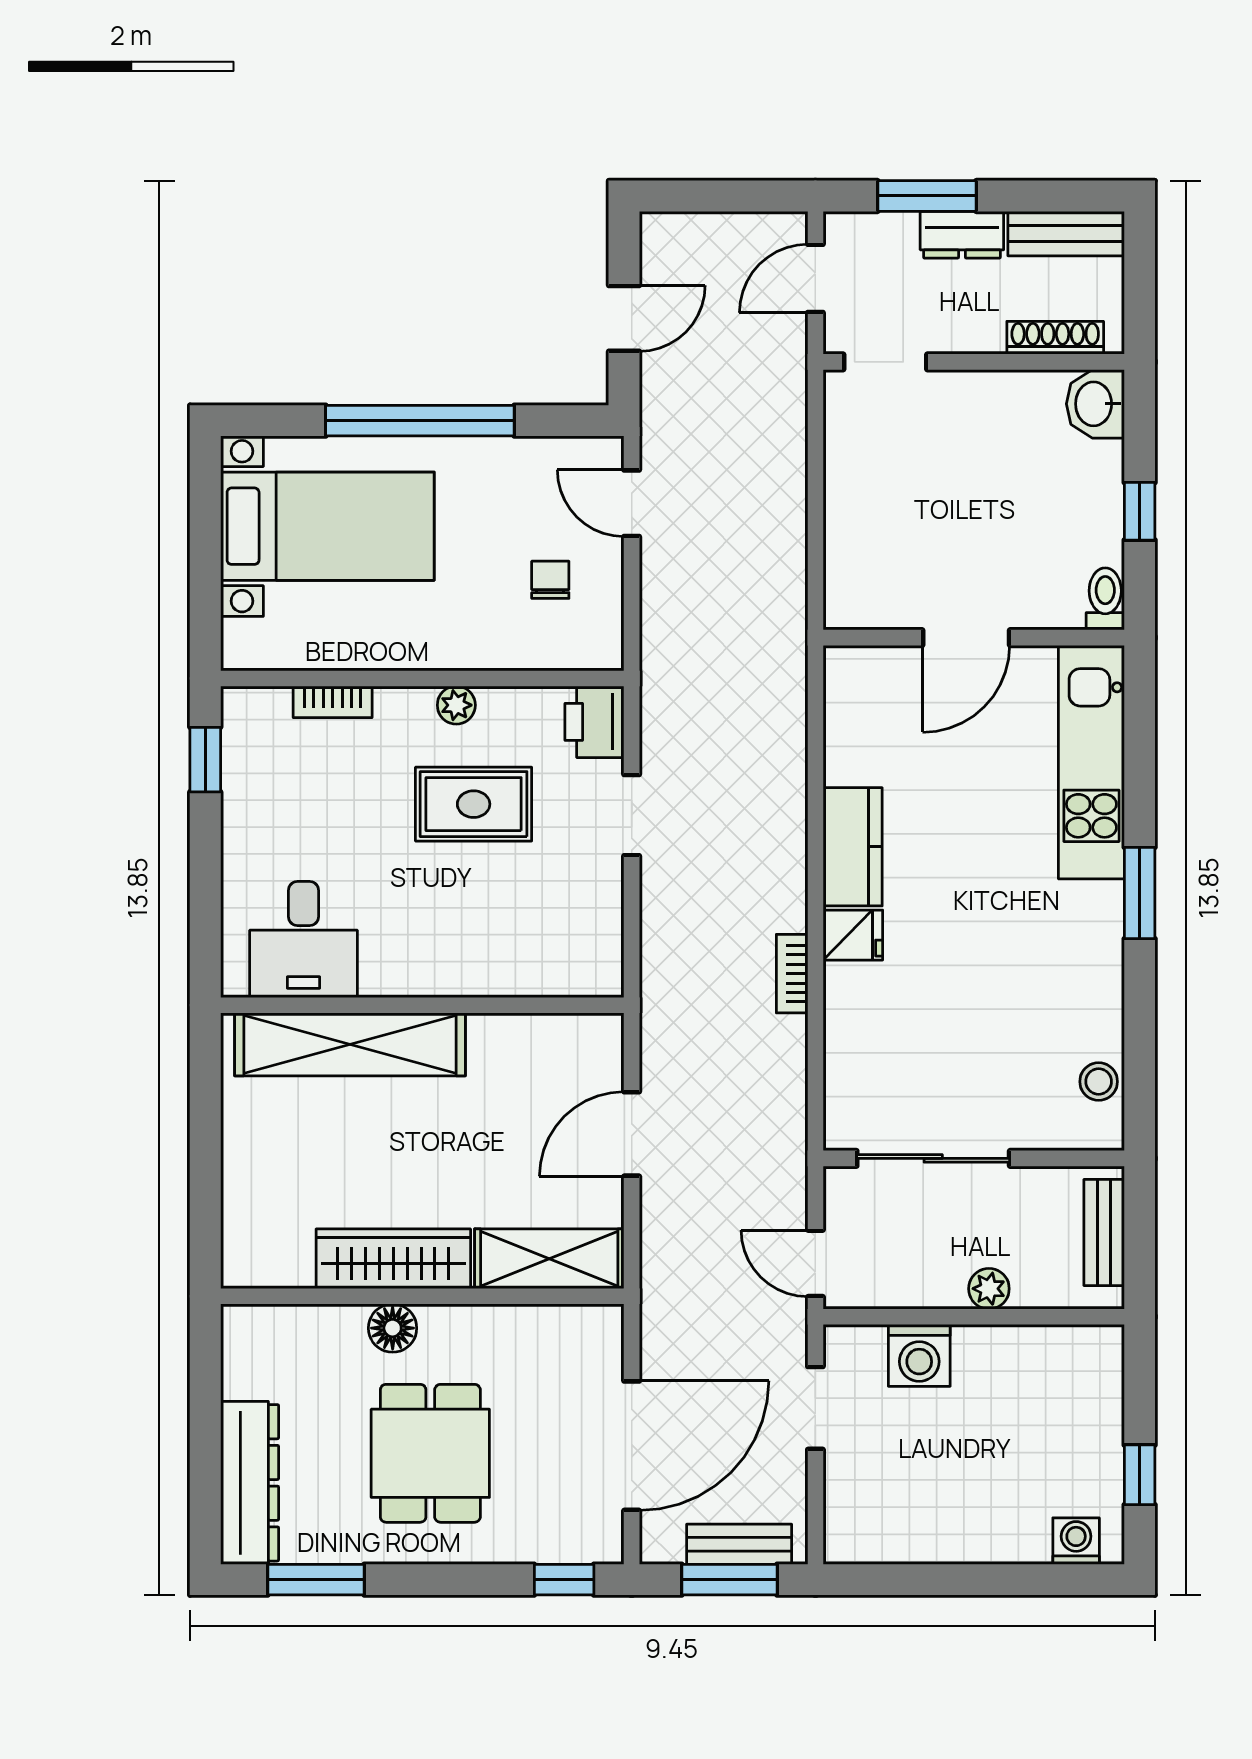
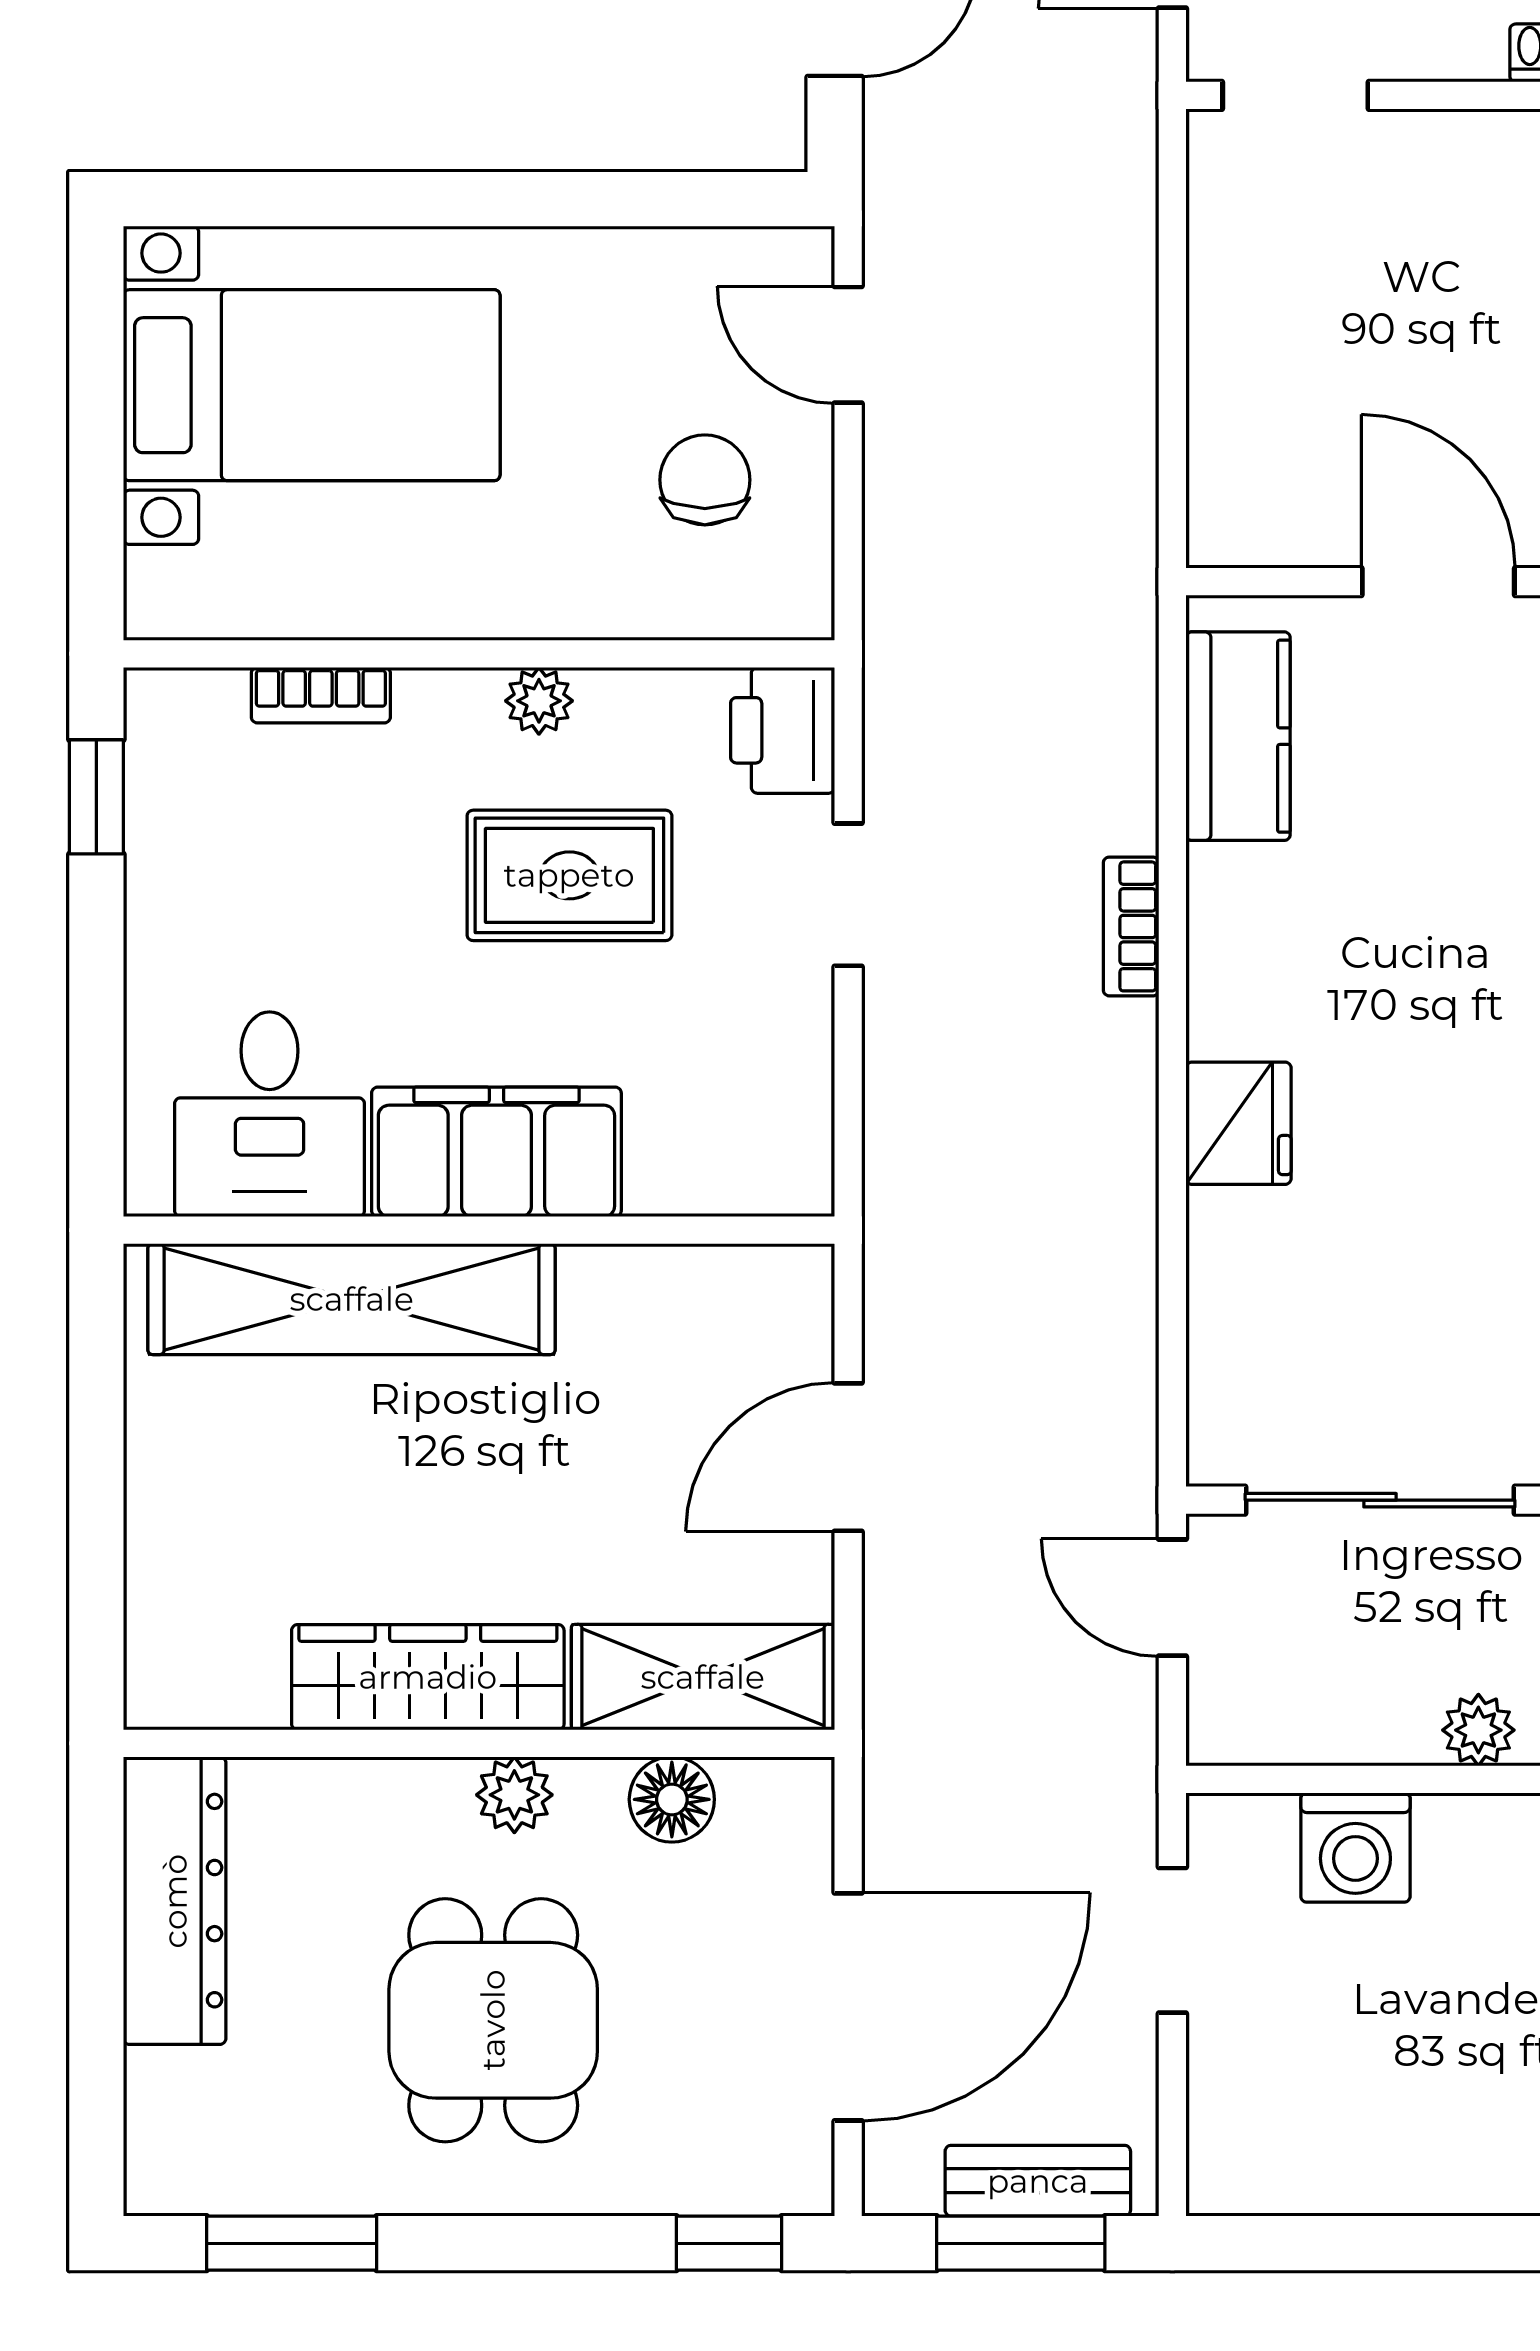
window: (420, 421) -> (475, 199), removed
chair: (550, 580) -> (705, 480), width x1.37, depth x1.37
door: (966, 638) -> (1438, 582), swing flipped
kitchen counter: (853, 847) -> (1238, 736), moved
fridge: (853, 935) -> (1238, 1123), width x1.38
filing cabinet: (432, 961) -> (496, 1152), added
bookcase: (792, 974) -> (1131, 926), moved
door: (815, 1263) -> (1172, 1598), moved
plant: (442, 1325) -> (514, 1795), added
floor lamp: (393, 1328) -> (672, 1799), moved
dresser: (250, 1483) -> (175, 1901), moved

